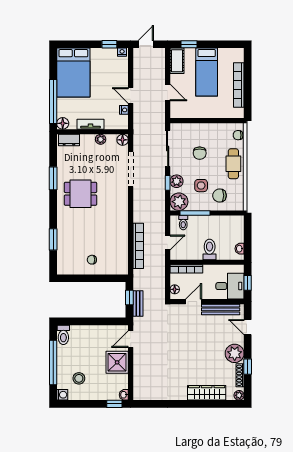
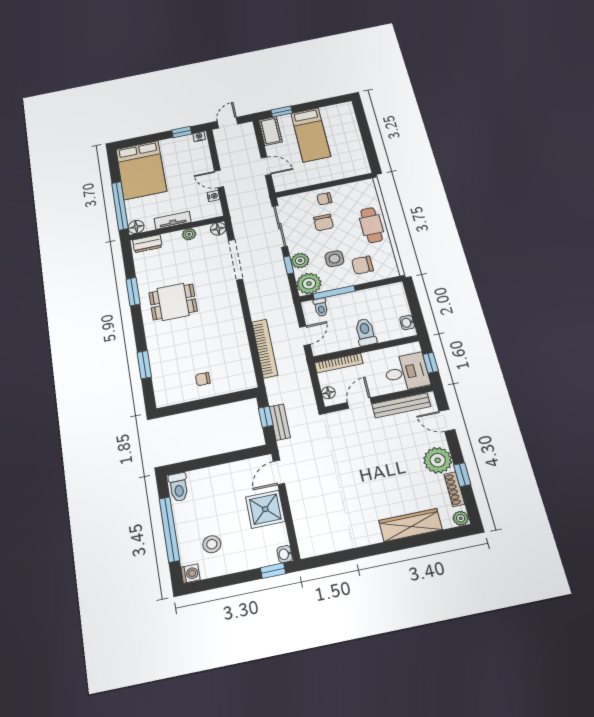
bookcase: (239, 85) -> (355, 140), removed
chair: (238, 135) -> (324, 199), moved

